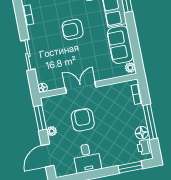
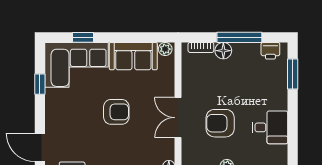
armchair: (73, 30) -> (116, 112), moved, turned -90
floor lamp: (142, 133) -> (223, 51), moved

